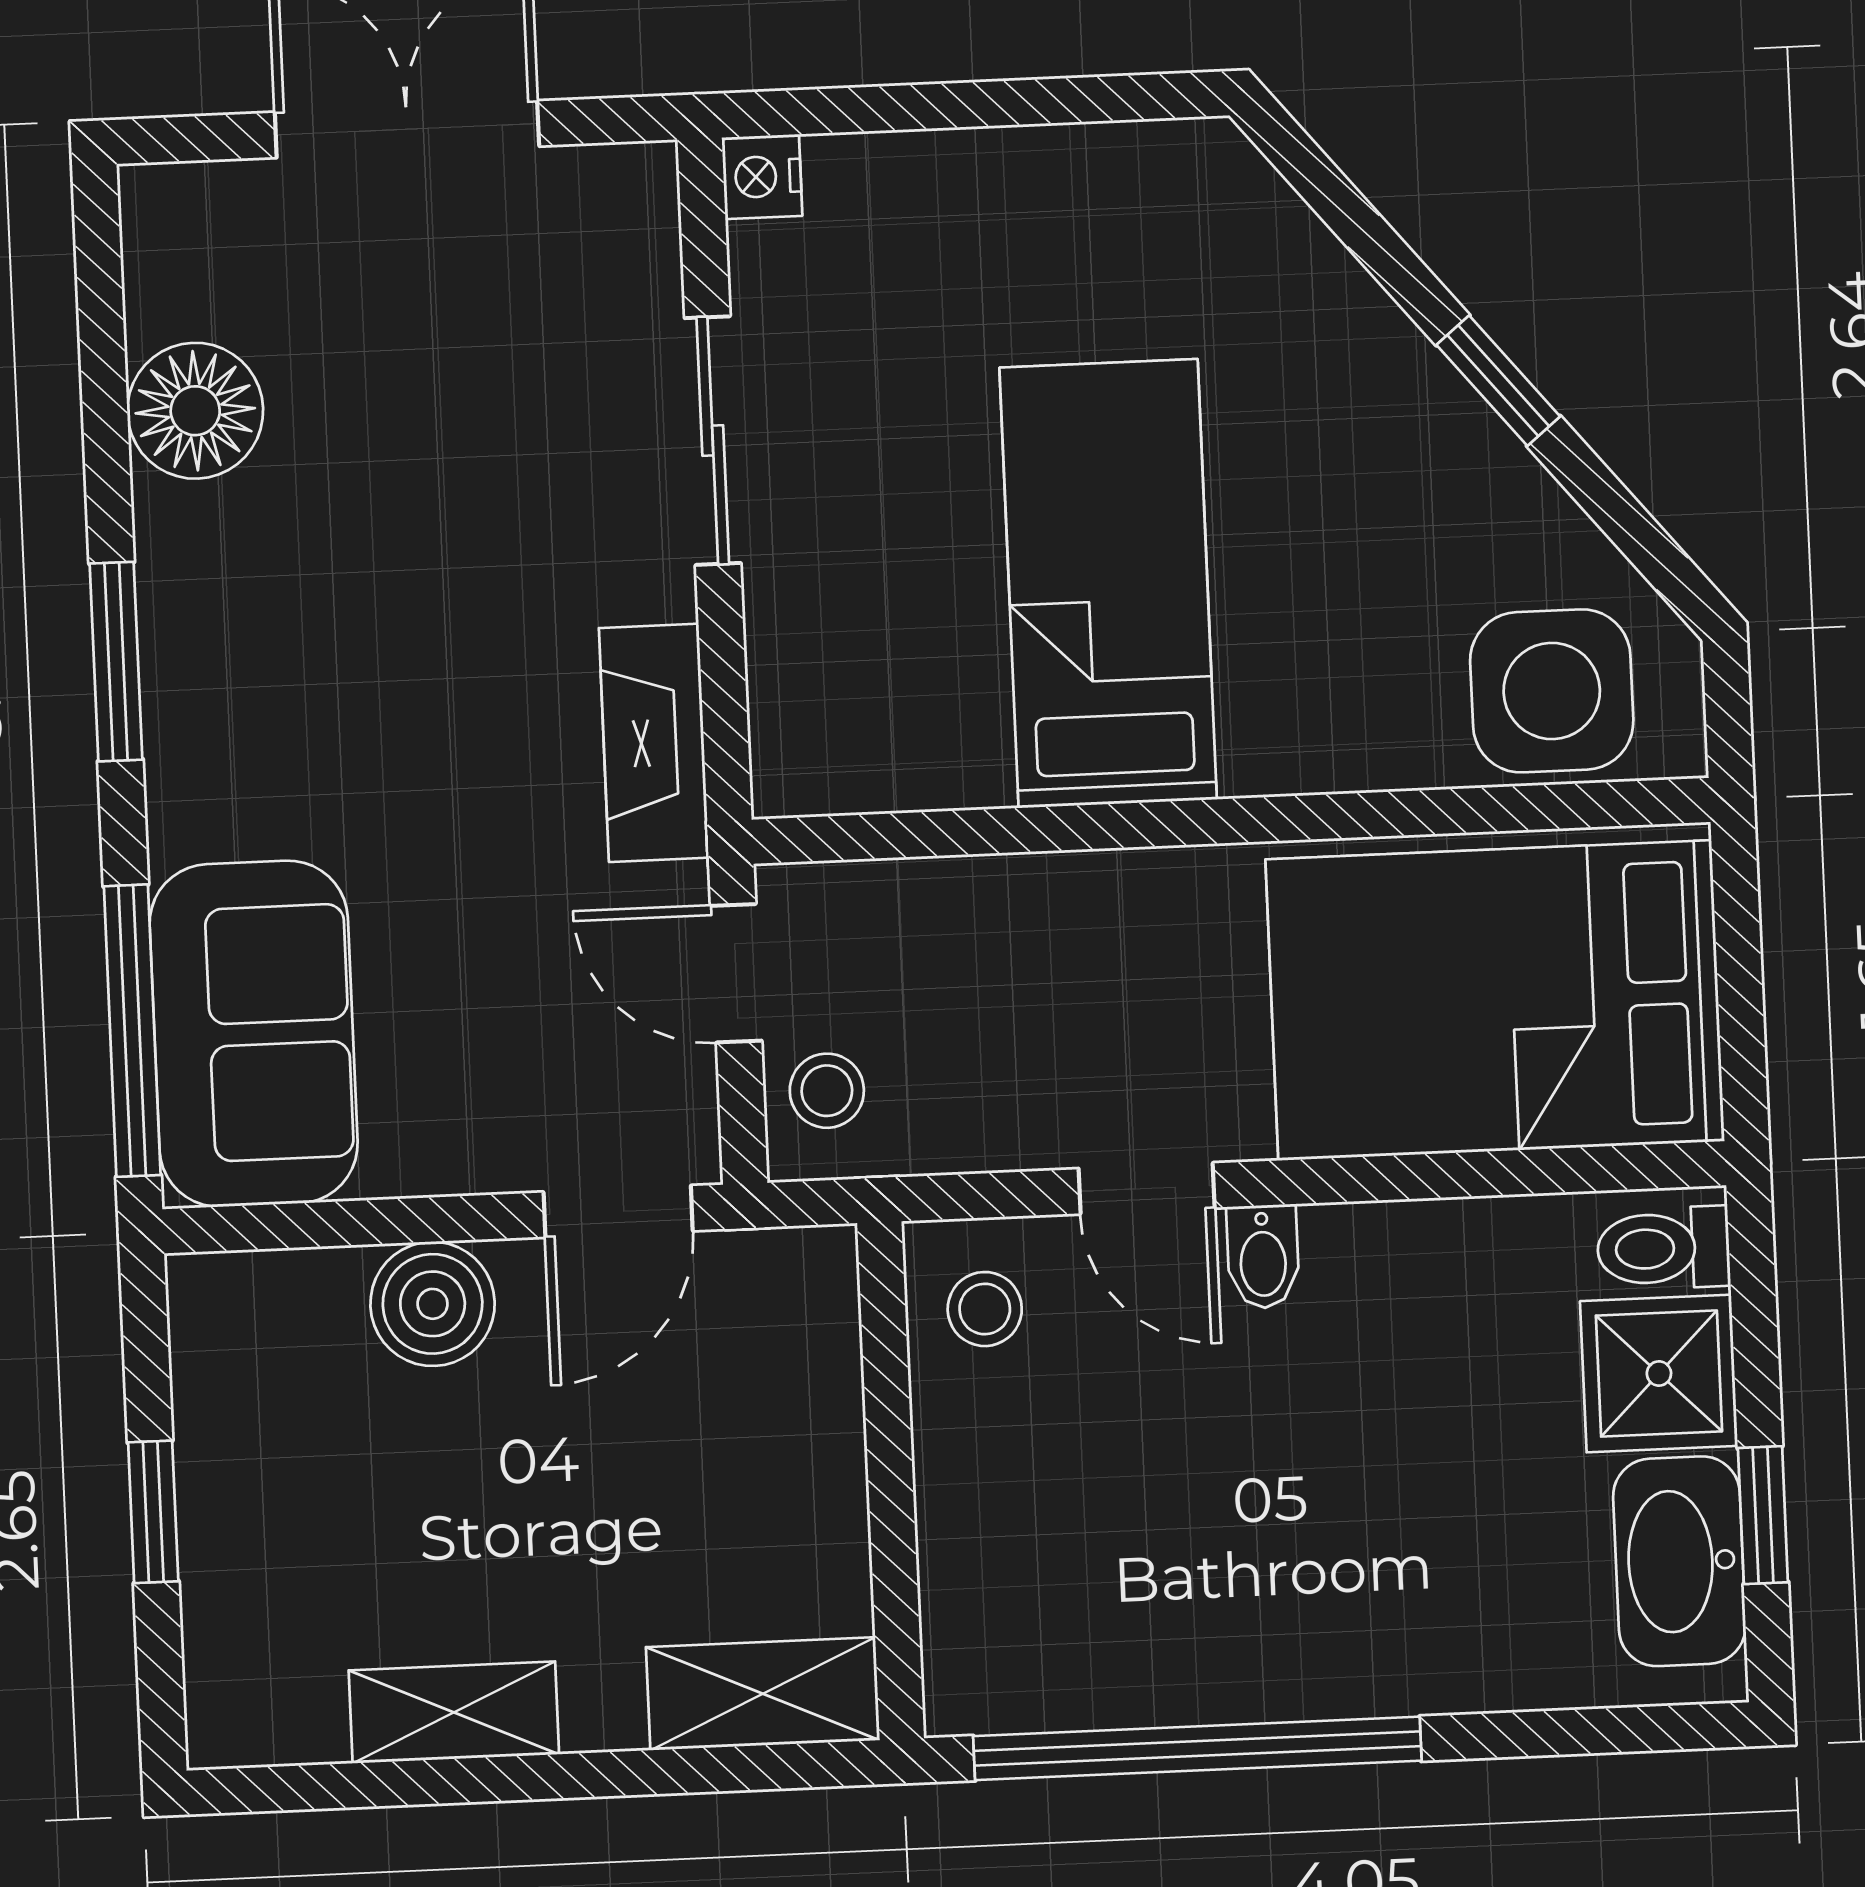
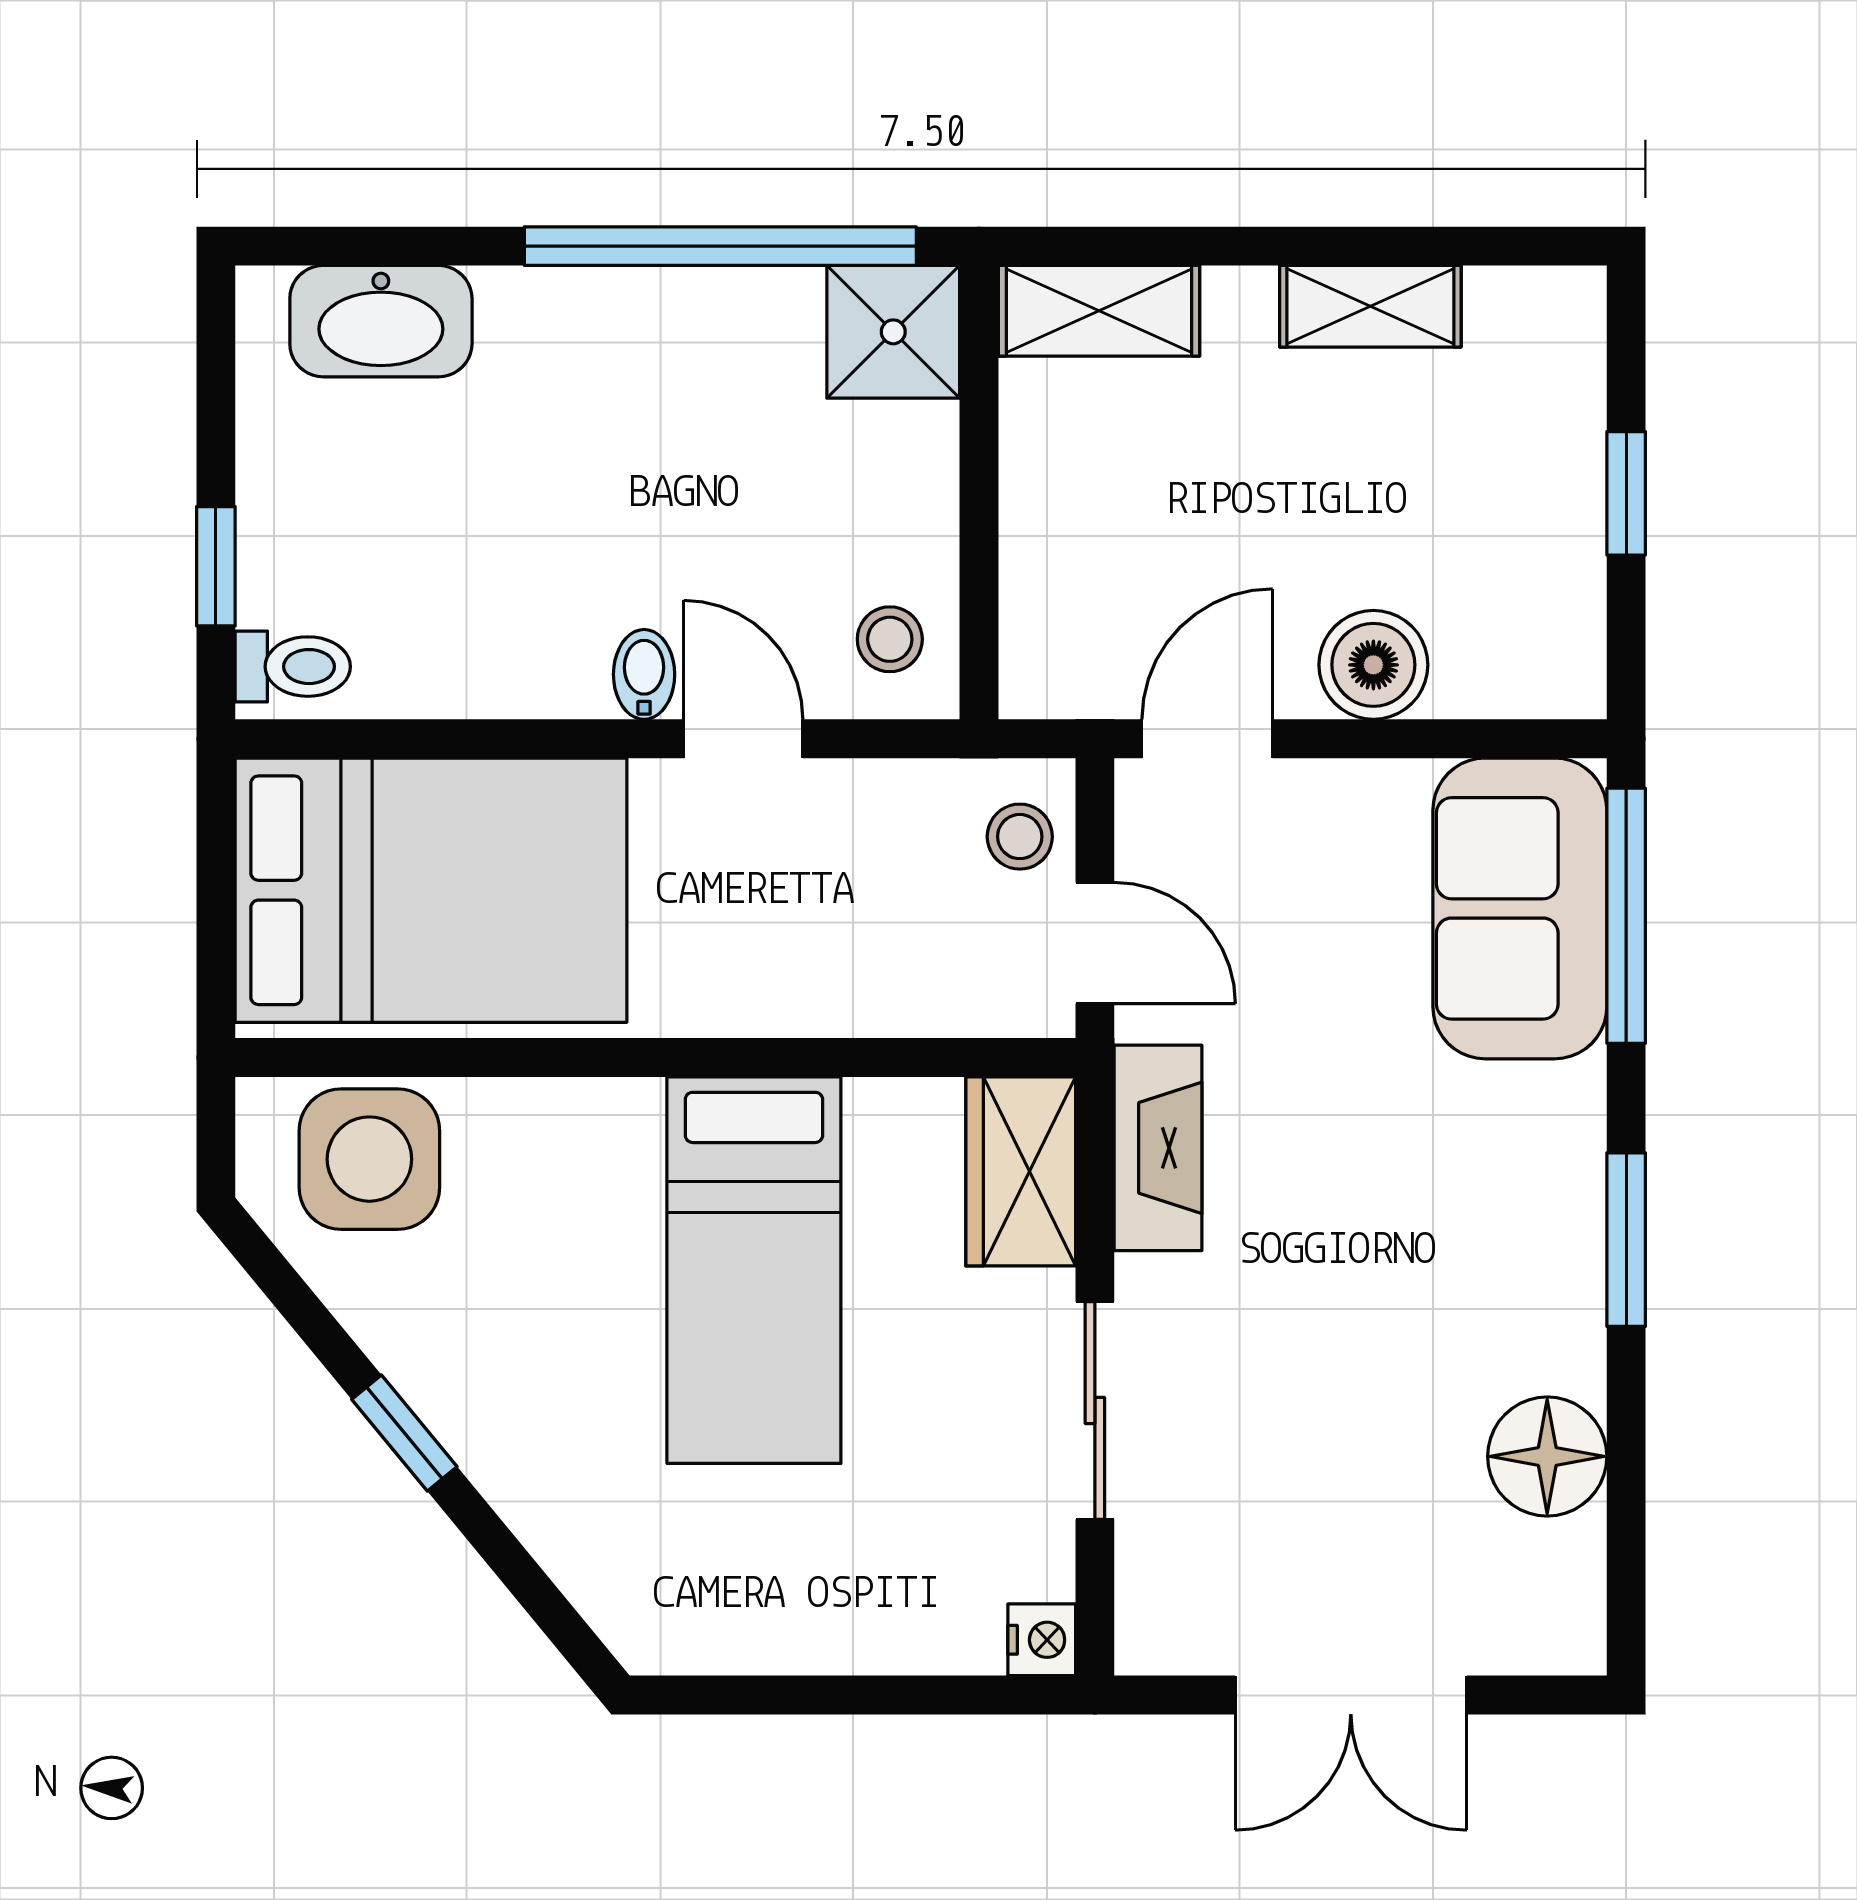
wardrobe: (809, 709) -> (1021, 1171), added
shower: (1659, 1374) -> (893, 332), moved
window: (1763, 1515) -> (216, 566), moved
washbasin: (1679, 1561) -> (381, 321), moved, turned 90

